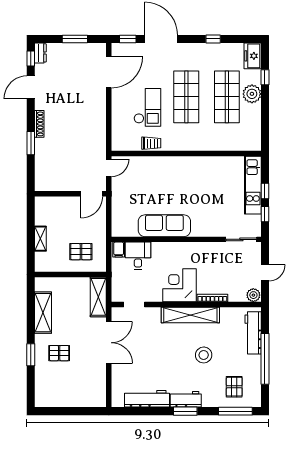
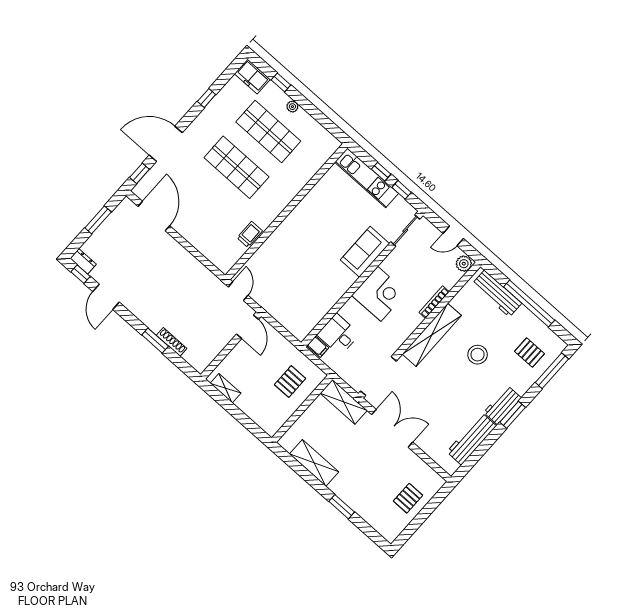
plant: (252, 94) -> (292, 107), width x0.53, depth x0.53
checkout: (147, 107) -> (215, 210), removed
shoe rack: (39, 124) -> (172, 342), moved
sofa: (164, 226) -> (365, 252), moved, width x0.73
shelving: (40, 239) -> (226, 388), moved
door: (265, 273) -> (453, 236), swing flipped
corner desk: (180, 285) -> (379, 294), moved, turned 180
doorway: (134, 304) -> (378, 376), width x1.88
pallet: (59, 353) -> (408, 498), moved

